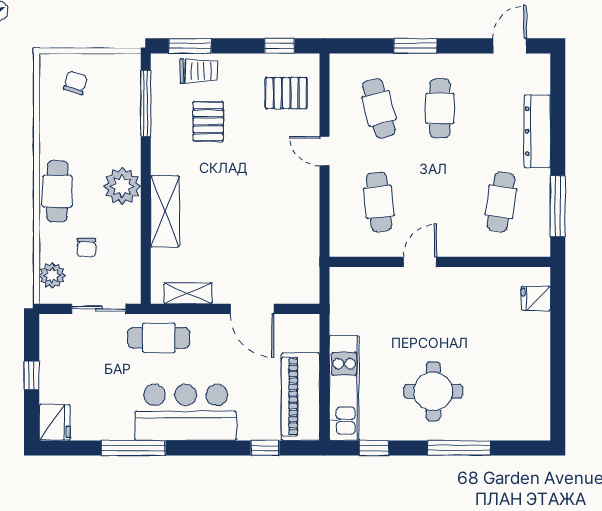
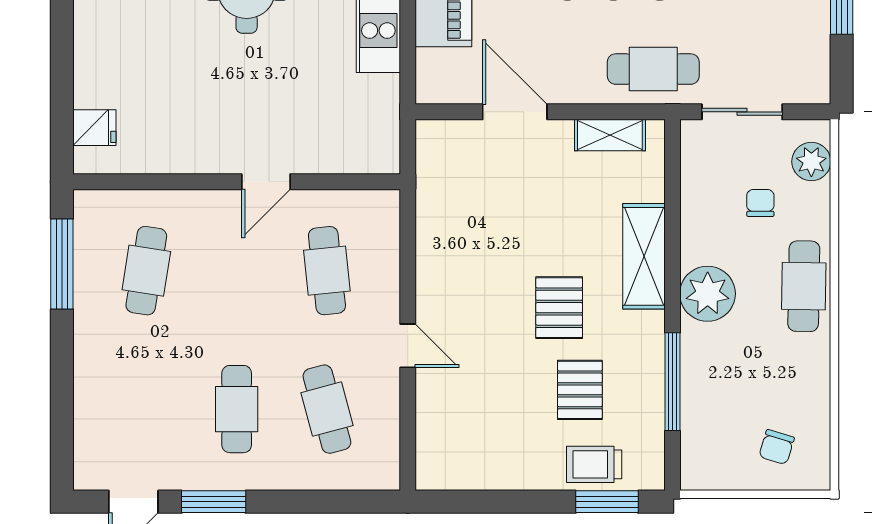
window: (280, 46) -> (474, 502), removed
window: (415, 46) -> (214, 502), moved
pallet: (286, 93) -> (559, 308), moved, turned 90
window: (146, 103) -> (672, 382), moved
dresser: (537, 131) -> (92, 375), removed

